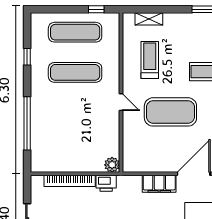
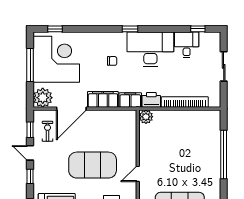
door: (121, 102) -> (138, 174), hinge flipped
filing cabinet: (129, 183) -> (130, 100), added

